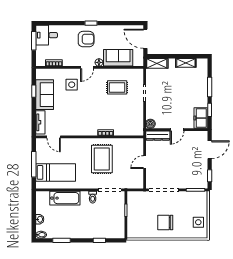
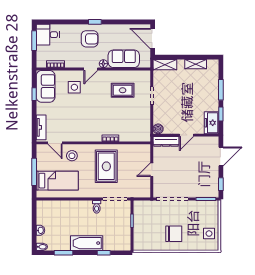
sofa: (45, 95) -> (46, 86), moved
stool: (69, 149) -> (72, 156), added
bathtub: (65, 198) -> (87, 243), moved, turned 180
chair: (165, 222) -> (174, 234), turned 180

